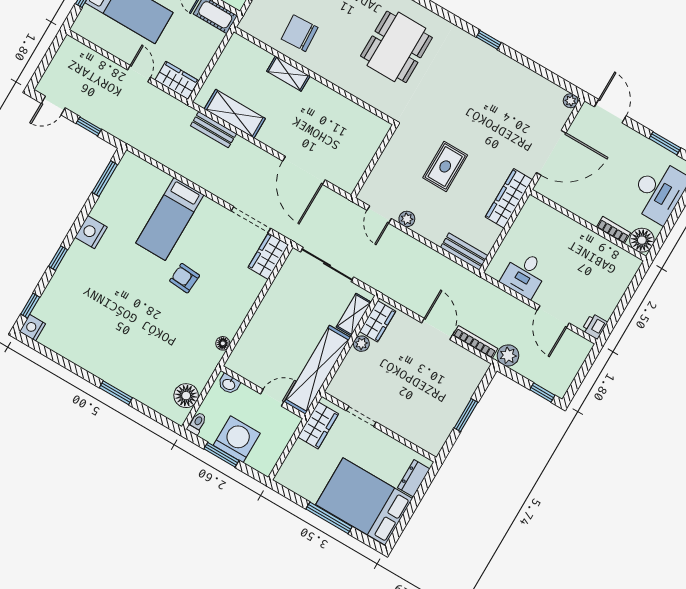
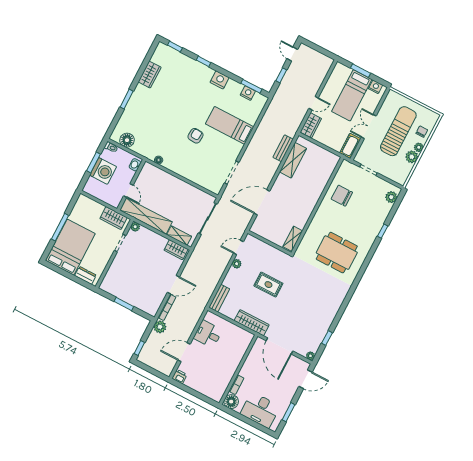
chair: (300, 33) -> (342, 196), turned -87
window: (489, 40) -> (327, 338), moved
shelving: (288, 74) -> (293, 239), moved
wardrobe: (268, 256) -> (150, 75), moved, turned 90
nightstand: (33, 328) -> (248, 93), moved
plant: (361, 344) -> (135, 227), moved

